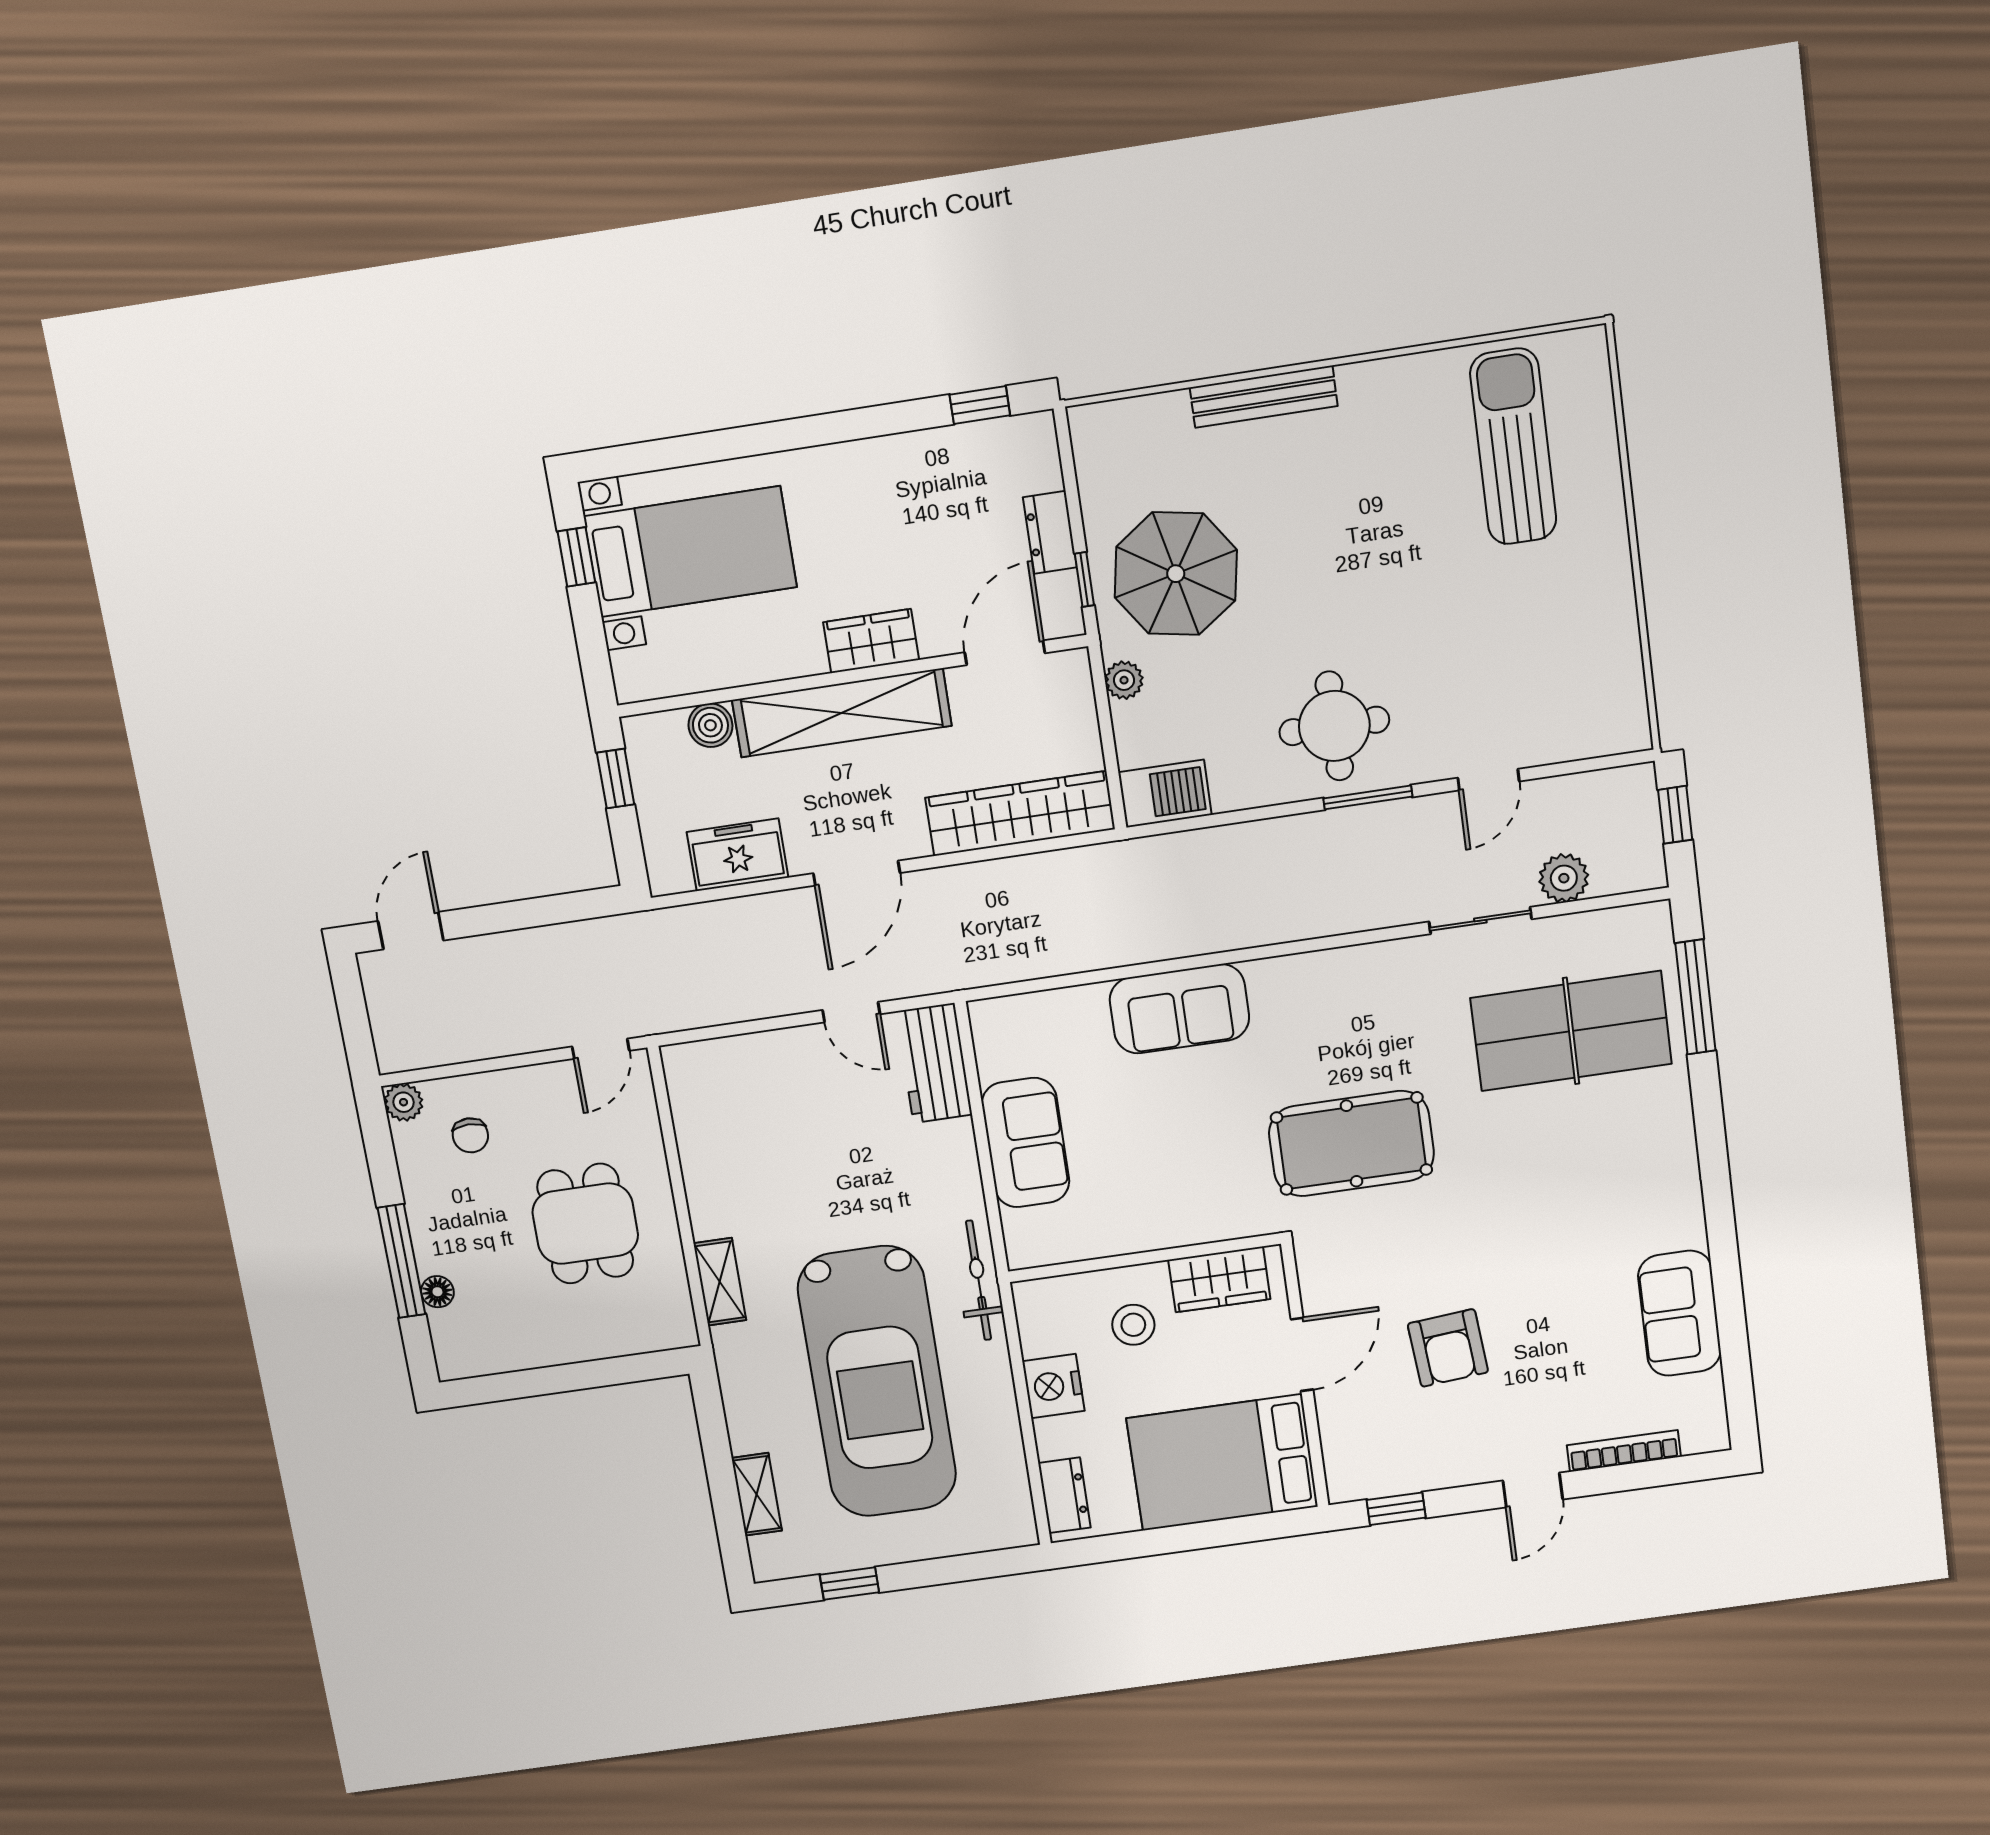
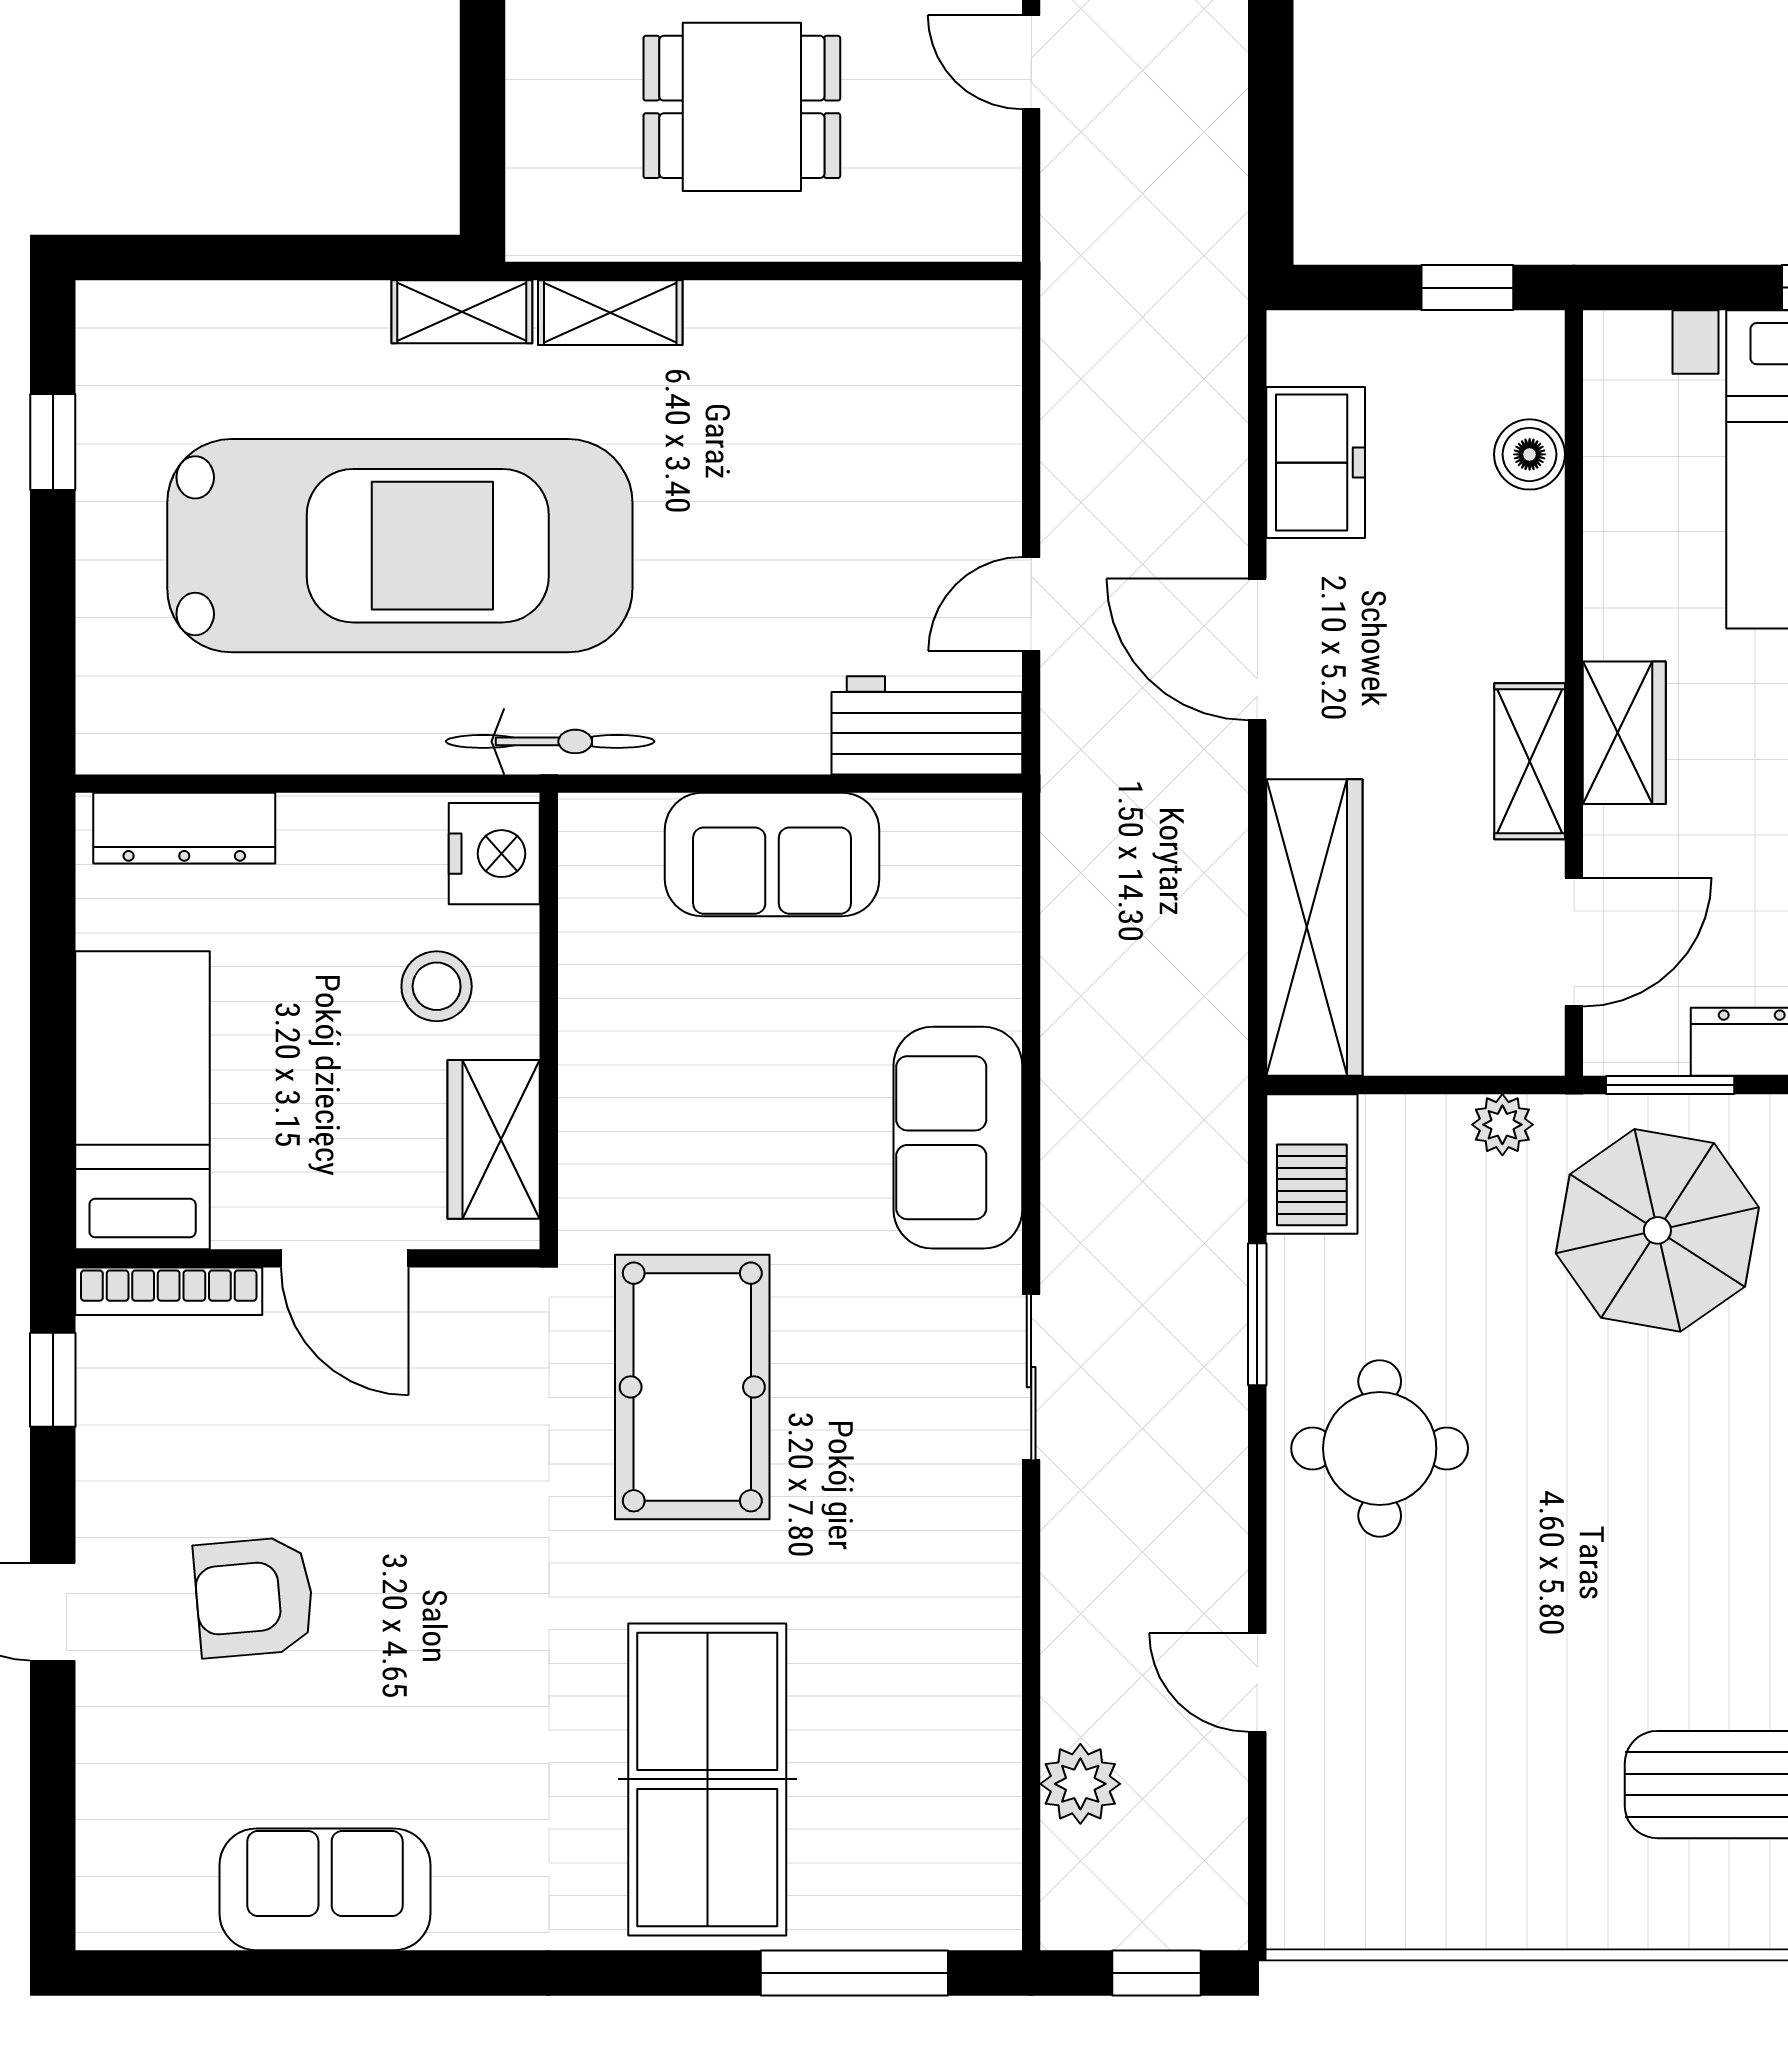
window: (1084, 579) -> (1670, 1085), width x1.50
door: (1005, 653) -> (1574, 942), hinge flipped
shelving: (842, 713) -> (1530, 761), width x0.45, depth x0.75
window: (1368, 797) -> (1257, 1314), moved
sliding door: (1480, 920) -> (1031, 1377), moved
table tennis table: (1571, 1031) -> (707, 1779), moved
door: (601, 1049) -> (1031, 62), moved
armchair: (1448, 1348) -> (254, 1597), moved
car: (877, 1382) -> (400, 546), turned 180
nightstand: (1053, 1386) -> (494, 854), moved, turned 90
bookcase: (1624, 1451) -> (169, 1291), moved, turned 90
bed: (1222, 1462) -> (143, 1100), width x0.67
shelving: (757, 1494) -> (462, 312), moved
dresser: (1064, 1495) -> (184, 828), width x1.44

